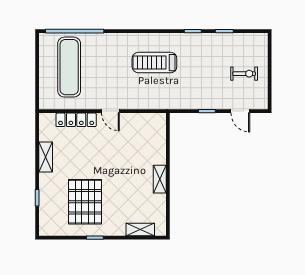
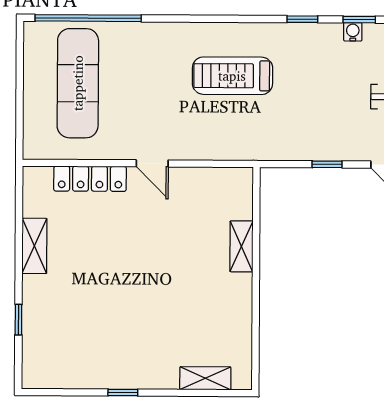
water cooler: (221, 38) -> (353, 32), added
shelving: (160, 179) -> (241, 246), moved
pallet: (85, 202) -> (106, 327), removed

